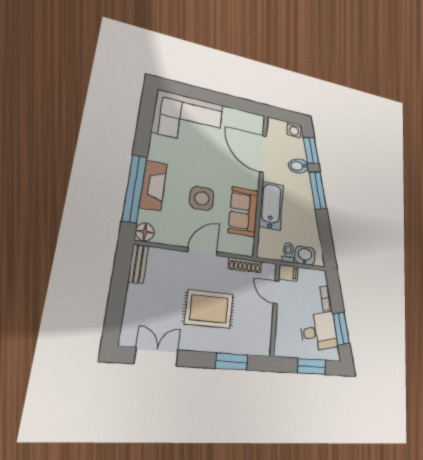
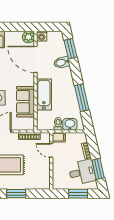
plant: (256, 122) -> (28, 37), added
washing machine: (294, 130) -> (42, 36), moved
window: (318, 190) -> (82, 98), moved
window: (232, 361) -> (16, 194), moved

